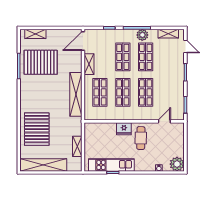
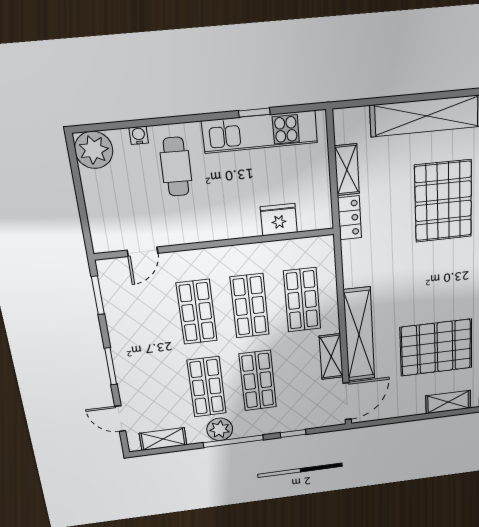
shelving: (76, 94) -> (359, 335), moved
locker: (77, 126) -> (349, 218), added
fridge: (124, 129) -> (279, 220), moved
cafe table: (141, 138) -> (176, 167), moved

